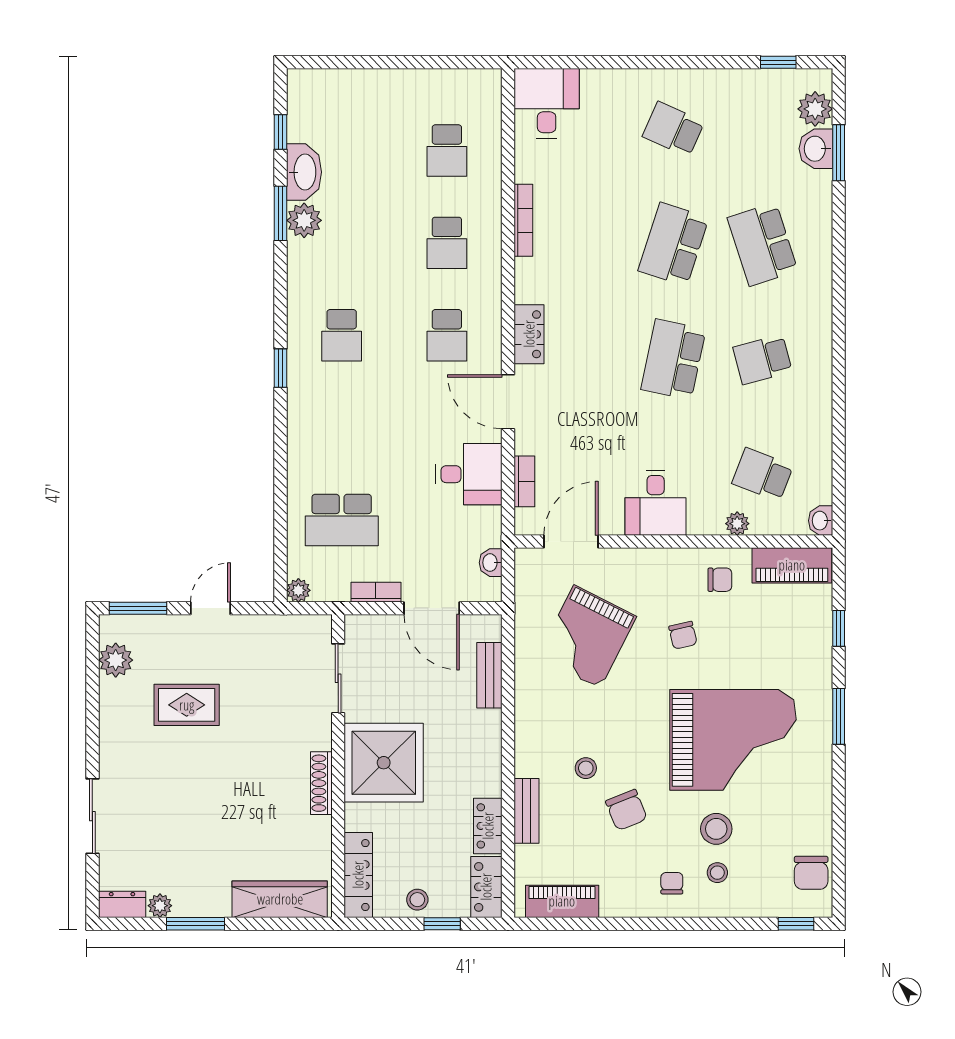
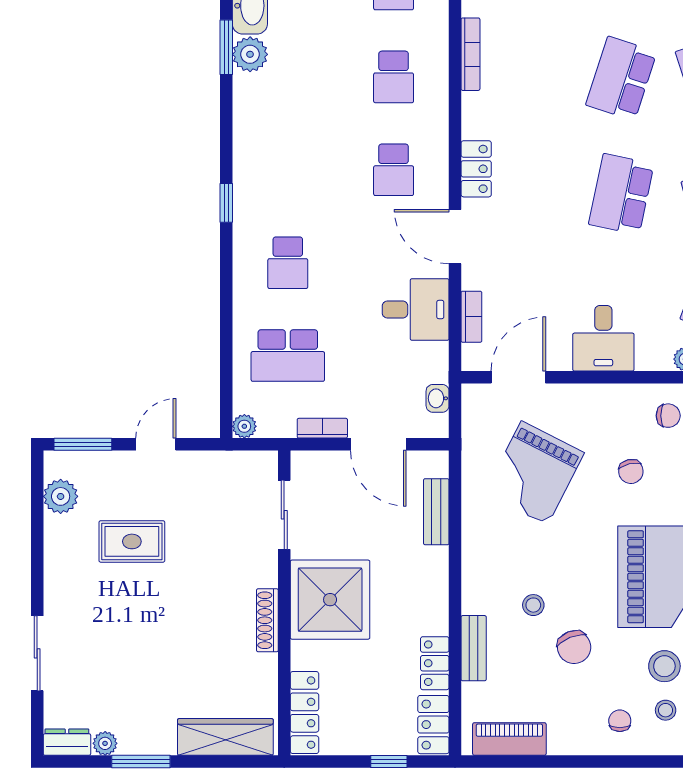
school desk: (342, 335) -> (288, 263), moved
stool: (417, 900) -> (364, 737), removed

